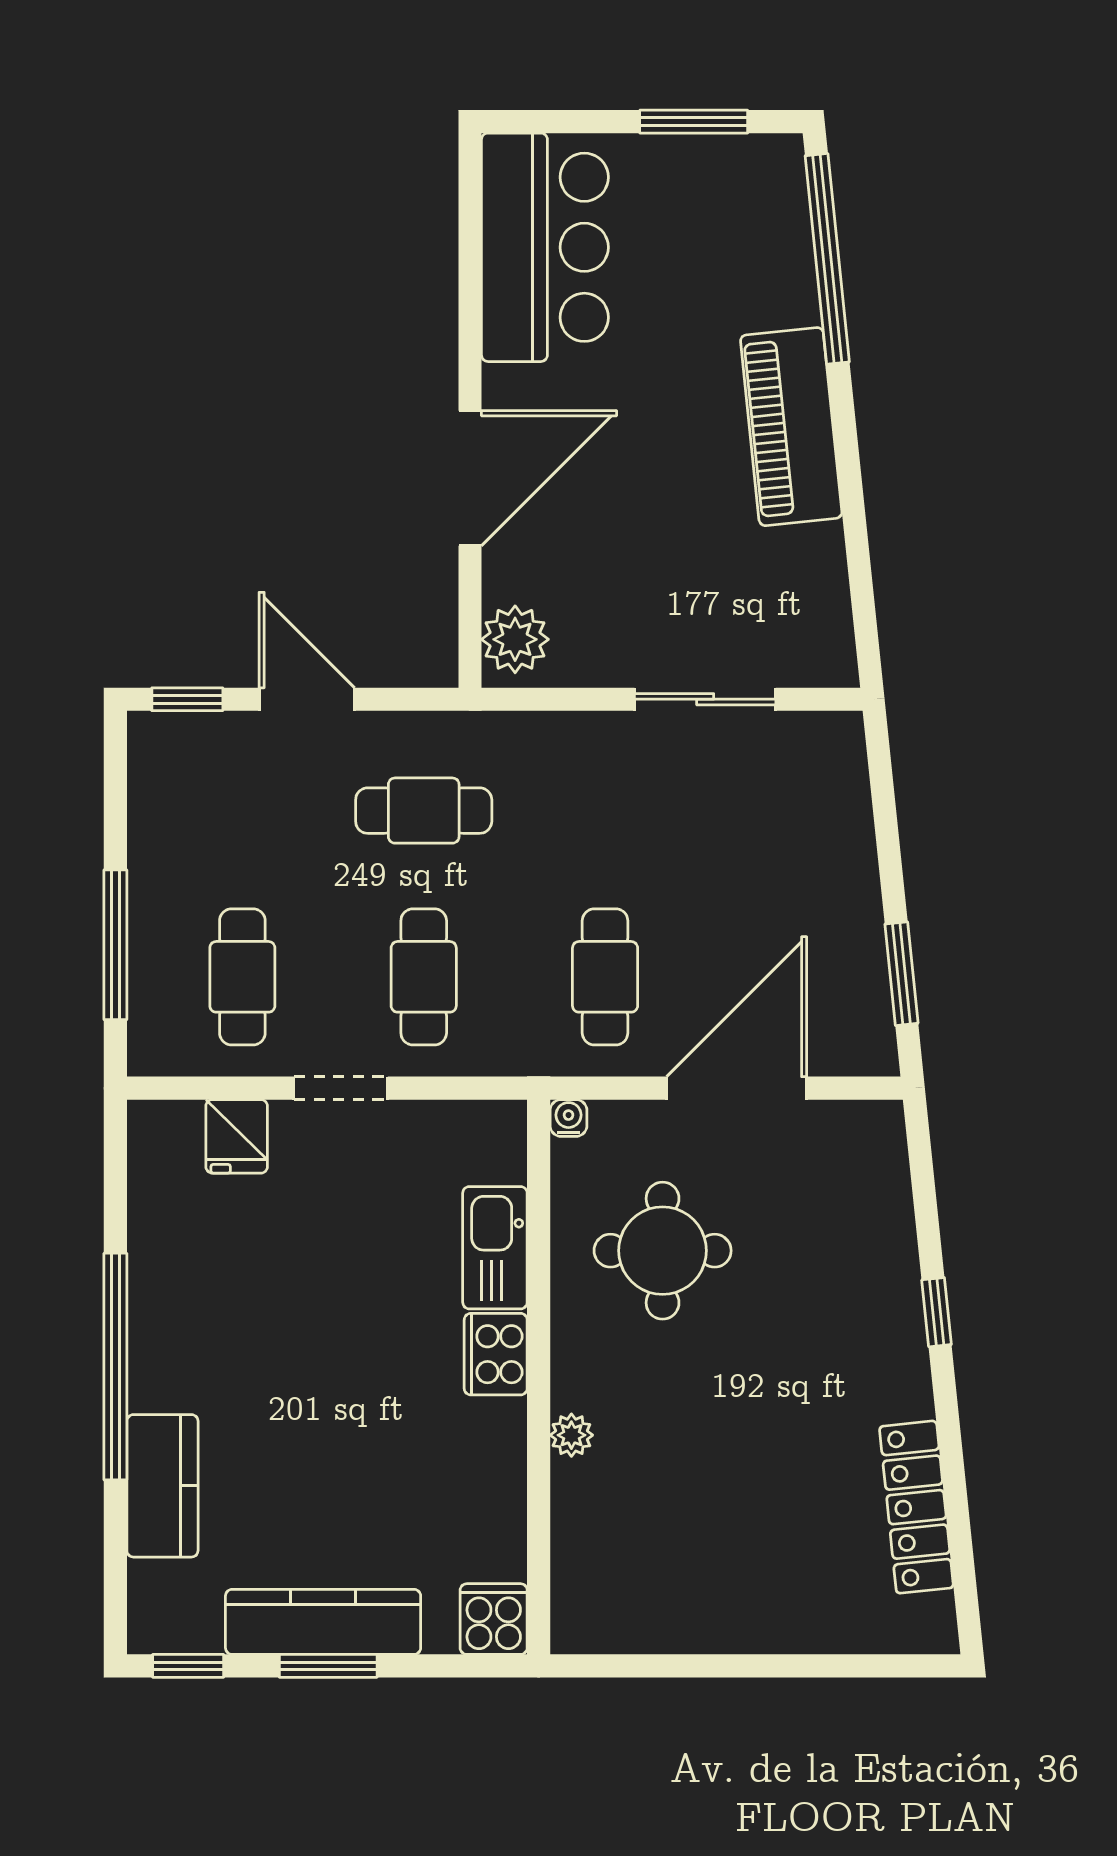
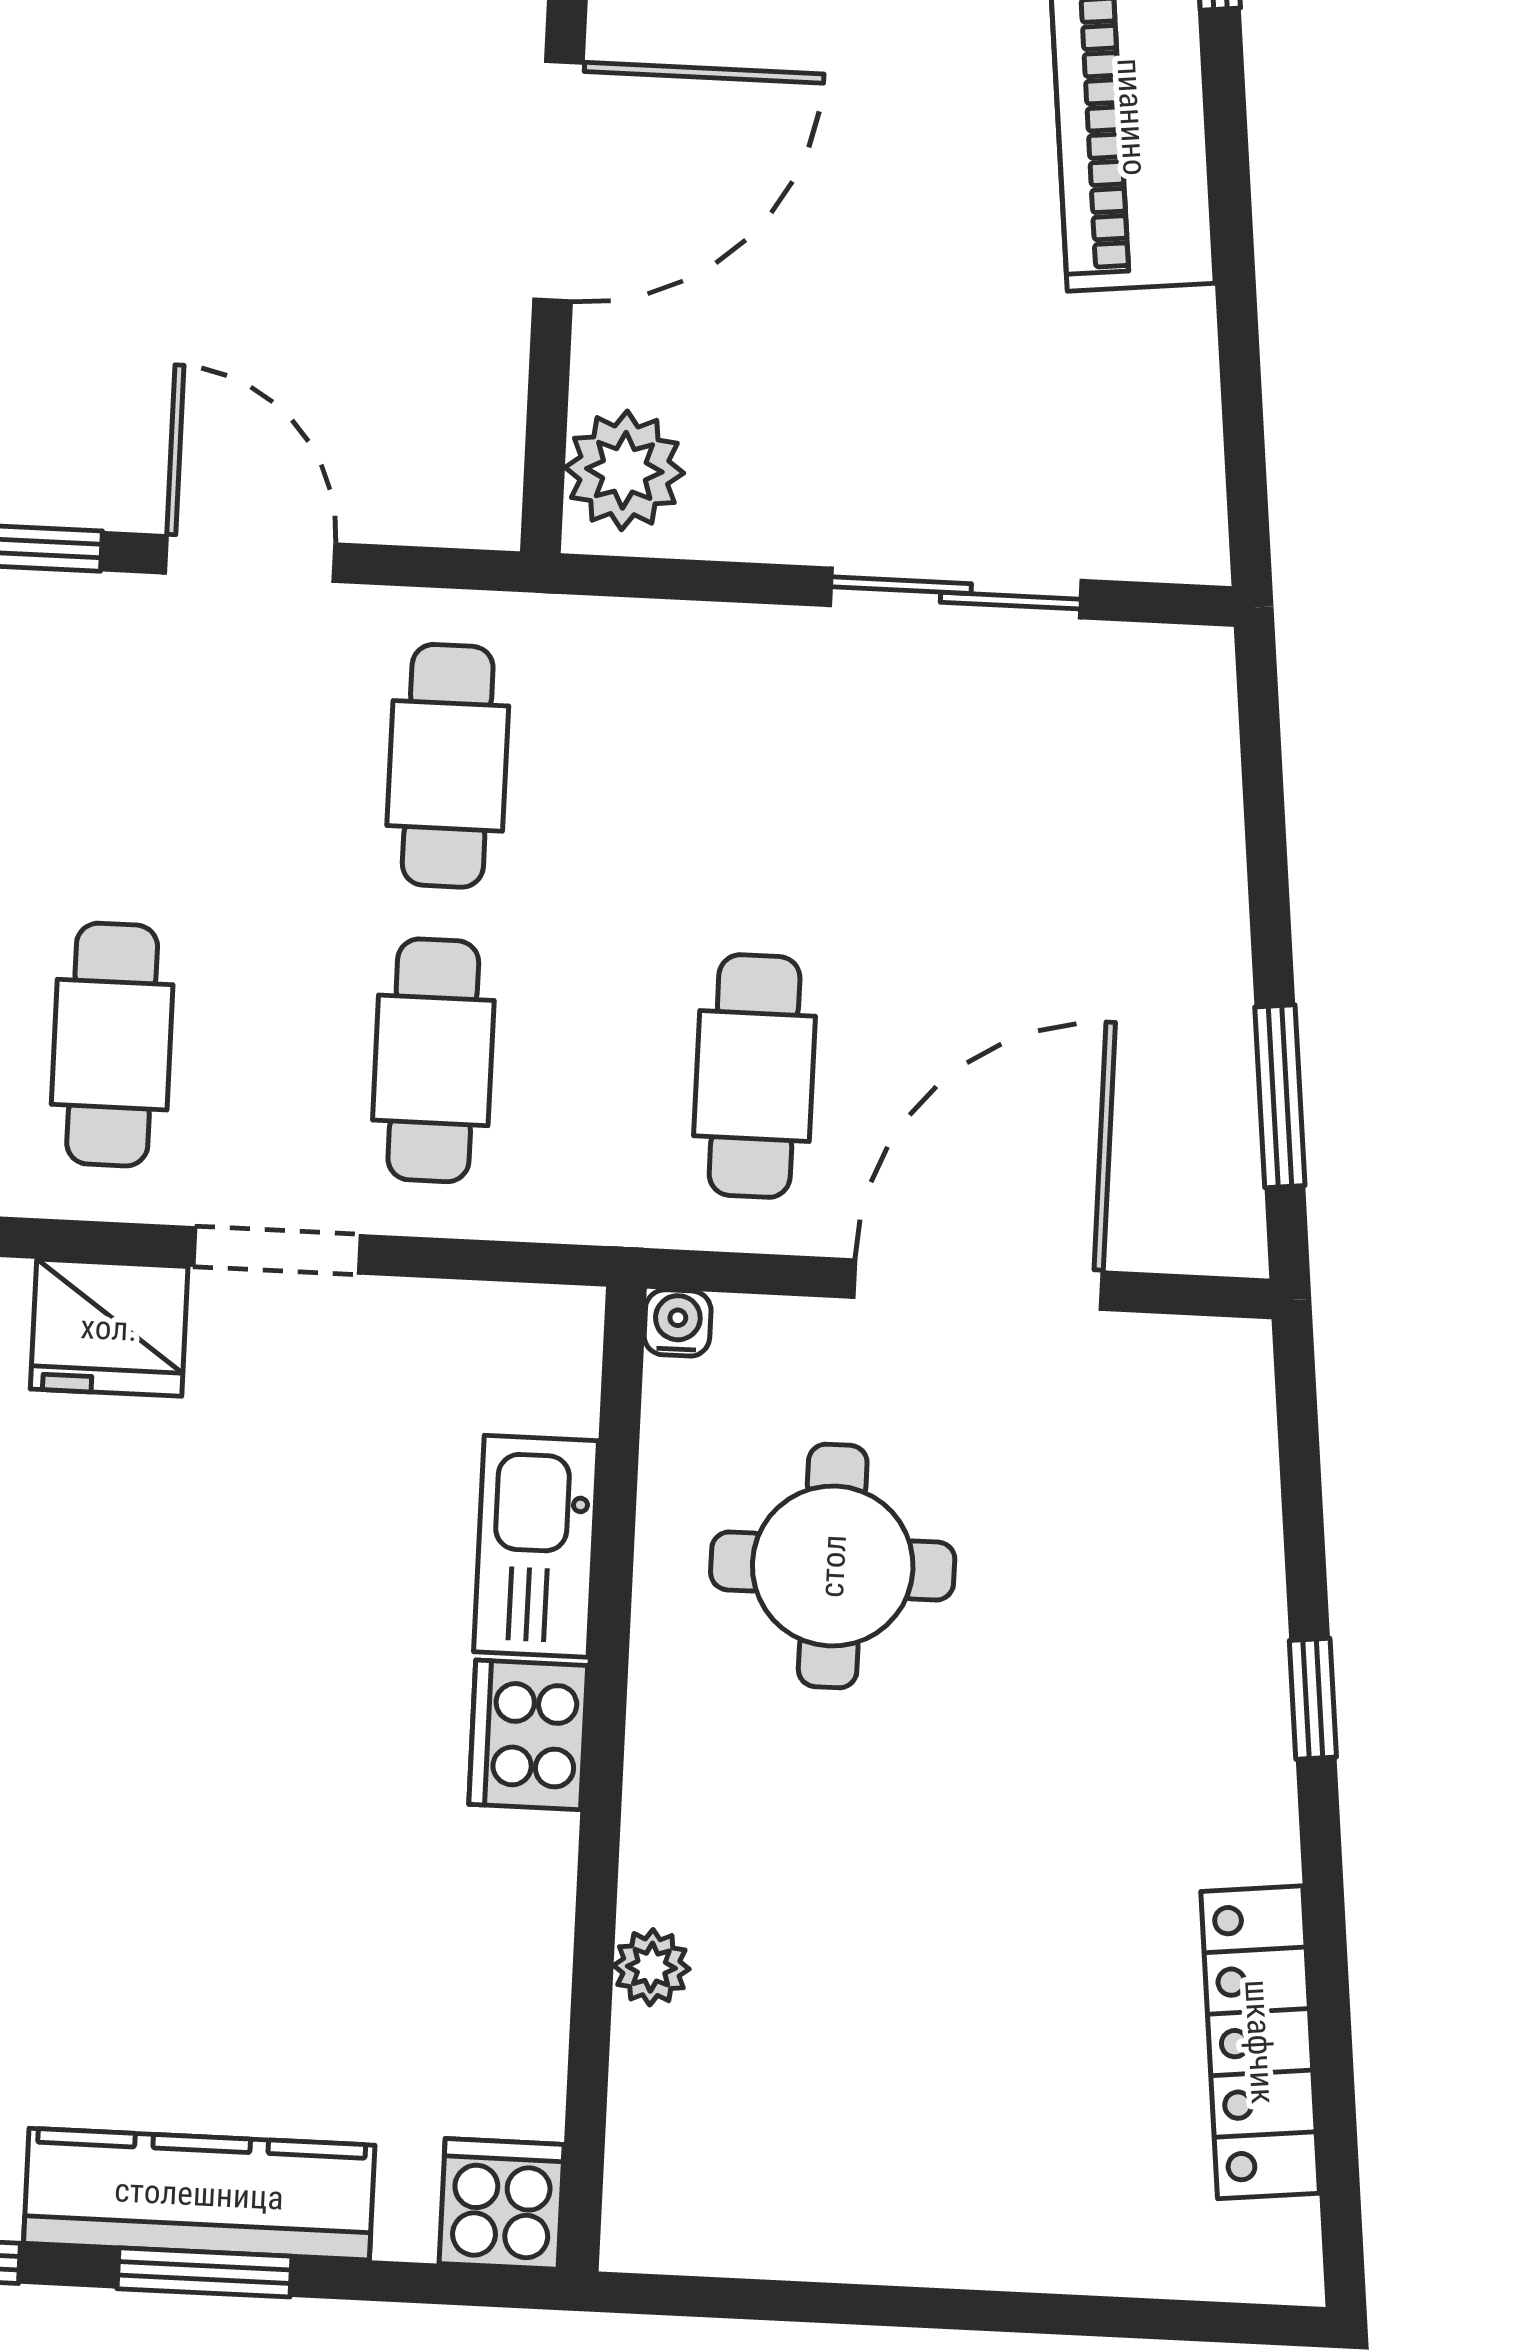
cafe table: (424, 811) -> (448, 766), turned 90
fridge: (237, 1136) -> (109, 1328), width x1.38
plant: (571, 1435) -> (651, 1967), moved

